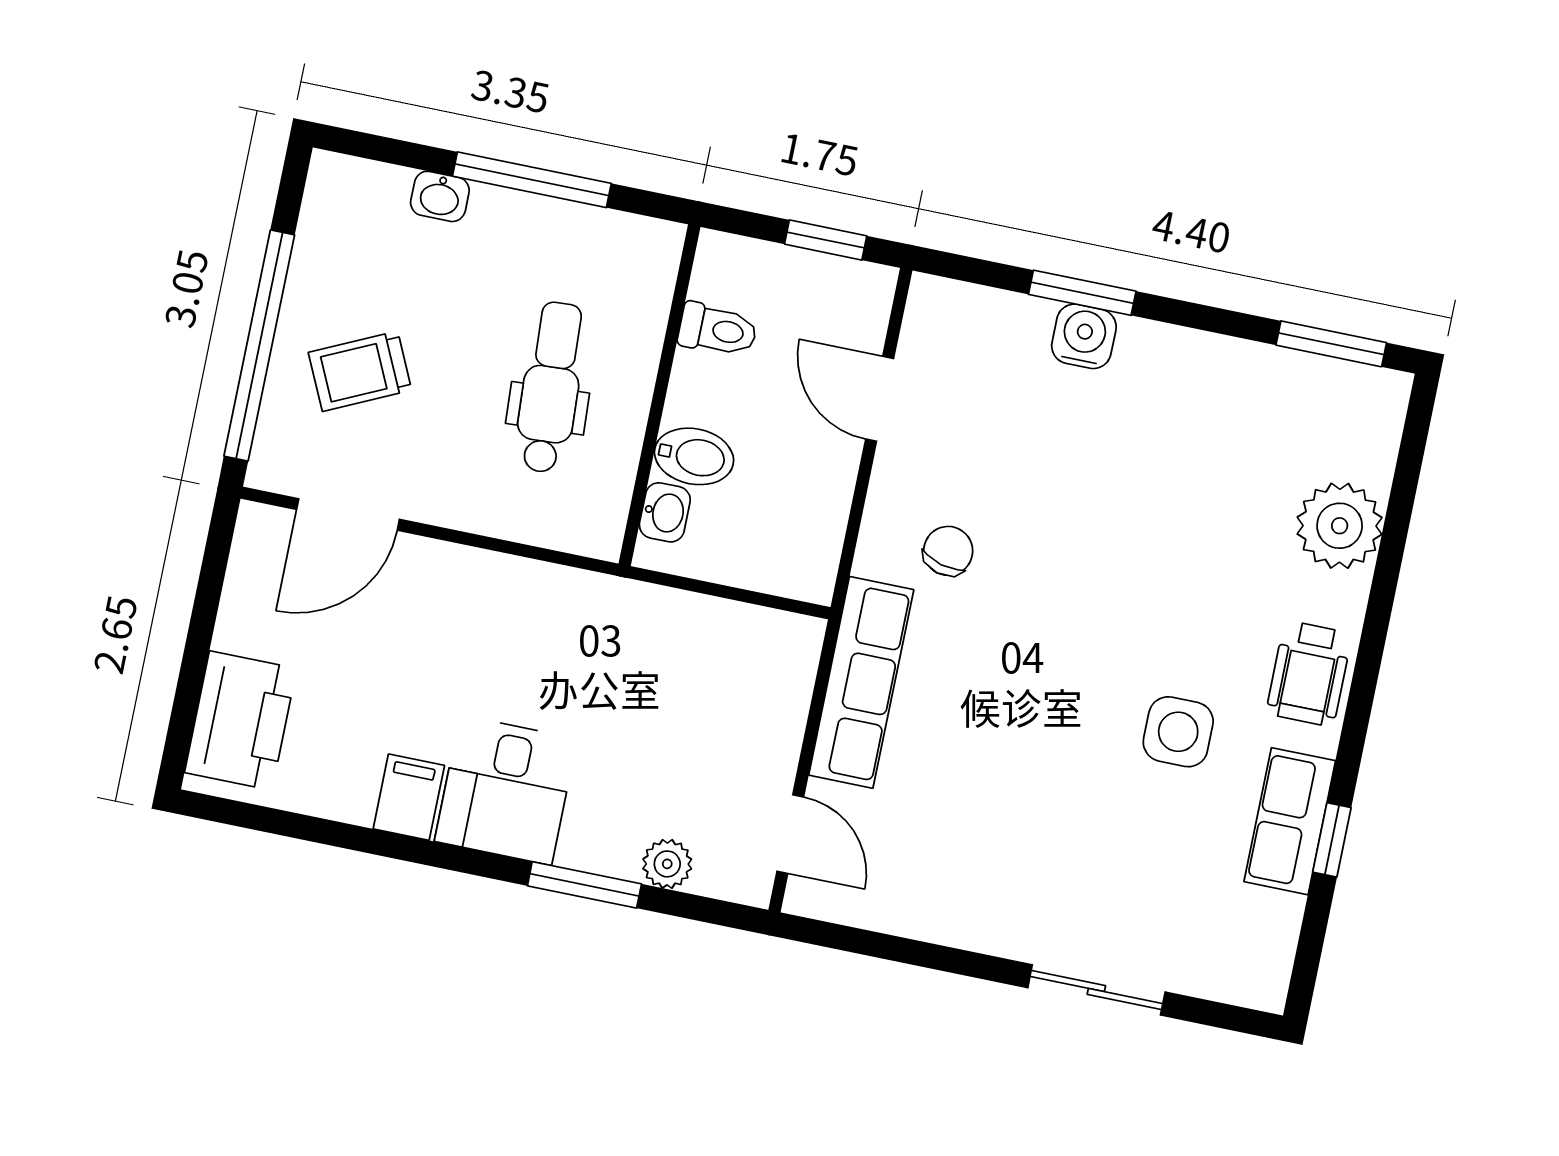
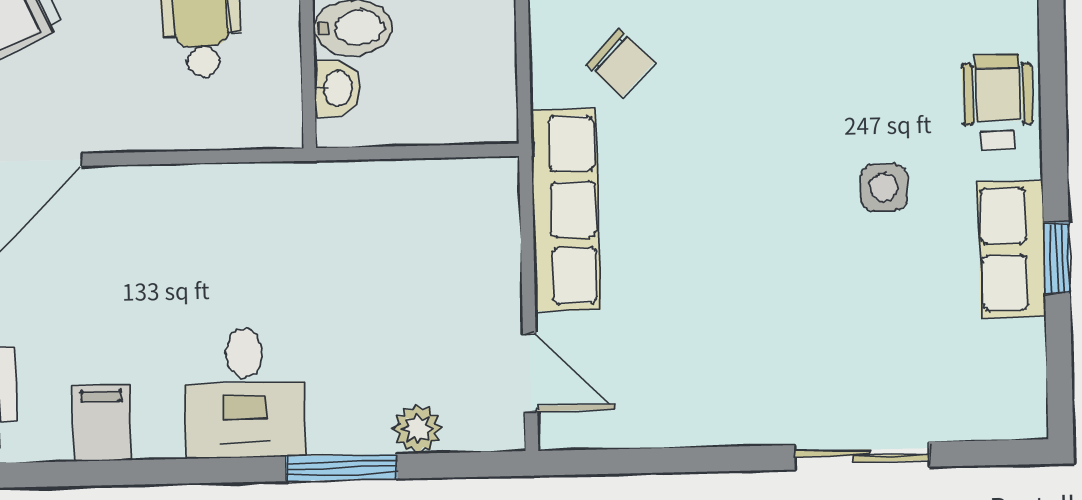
chair: (948, 551) -> (620, 63), turned 119
wheelchair: (1309, 674) -> (998, 102), turned 180
side table: (1178, 732) -> (884, 187), width x0.73, depth x0.73
filing cabinet: (409, 797) -> (102, 423), moved

